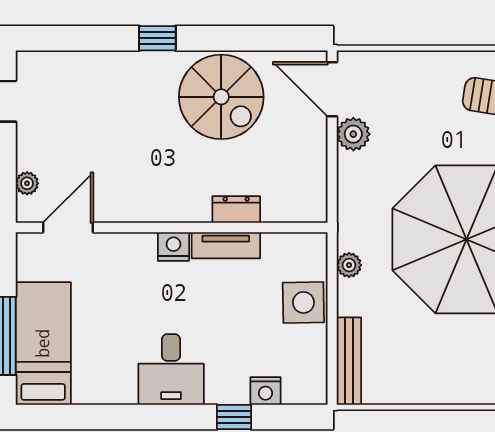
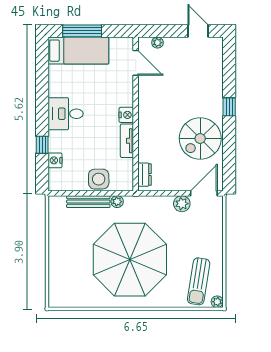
dresser: (236, 210) -> (145, 175), moved
bench: (349, 361) -> (88, 202), moved

